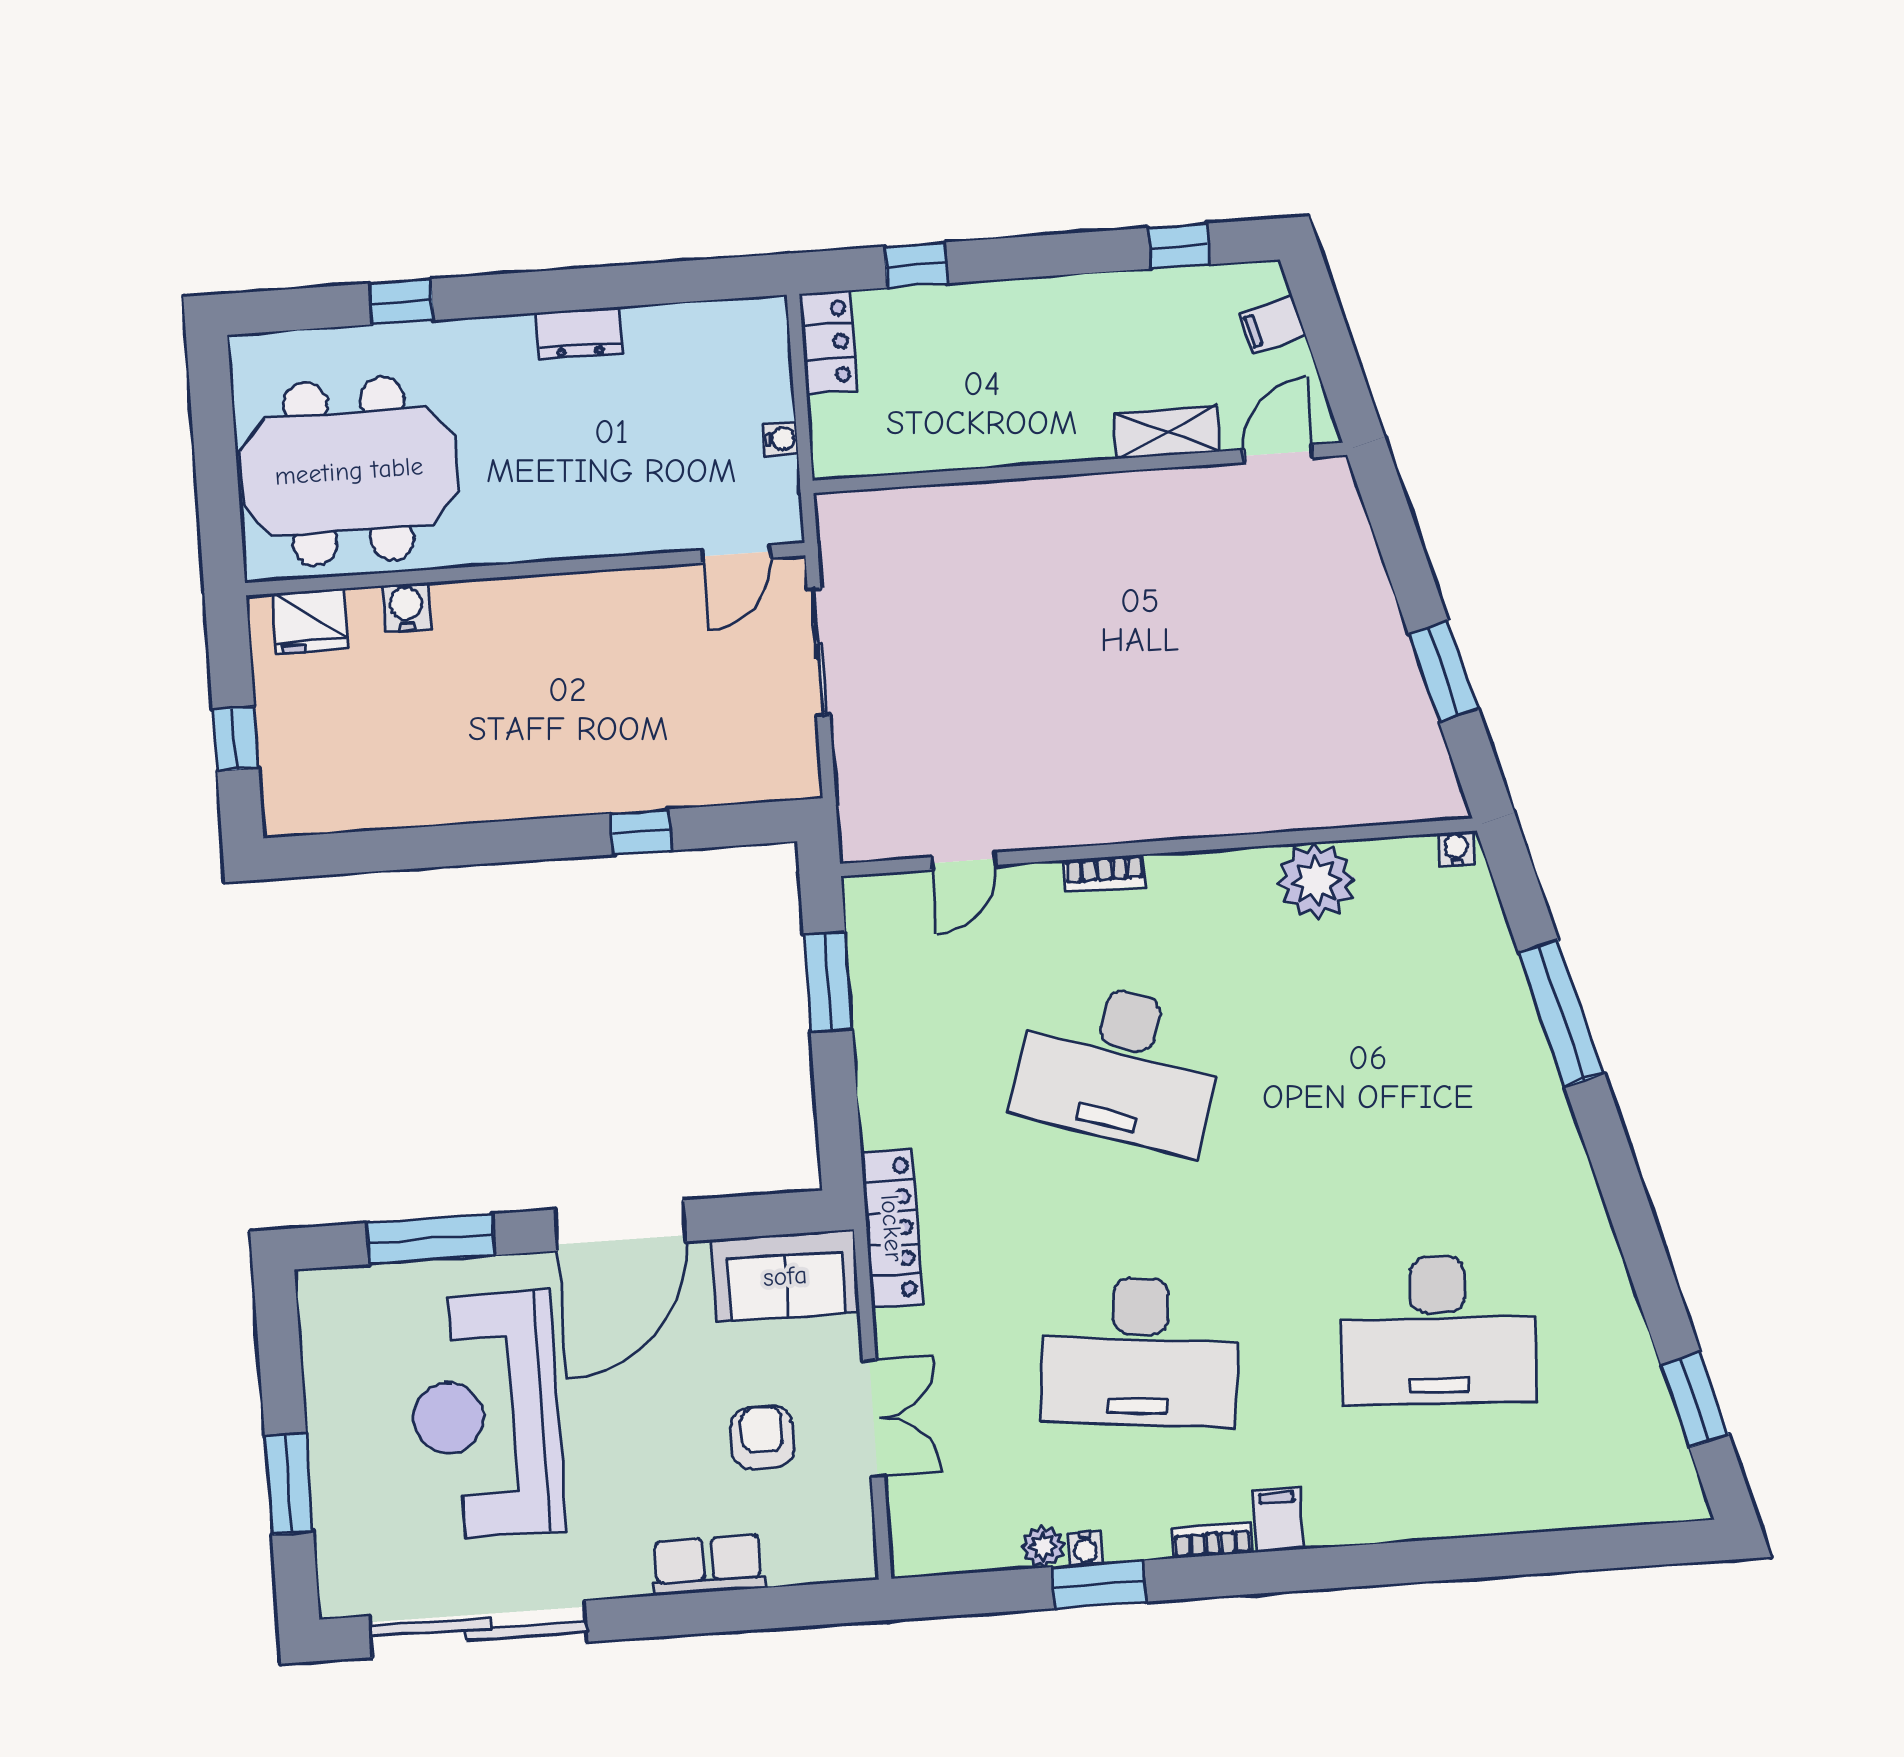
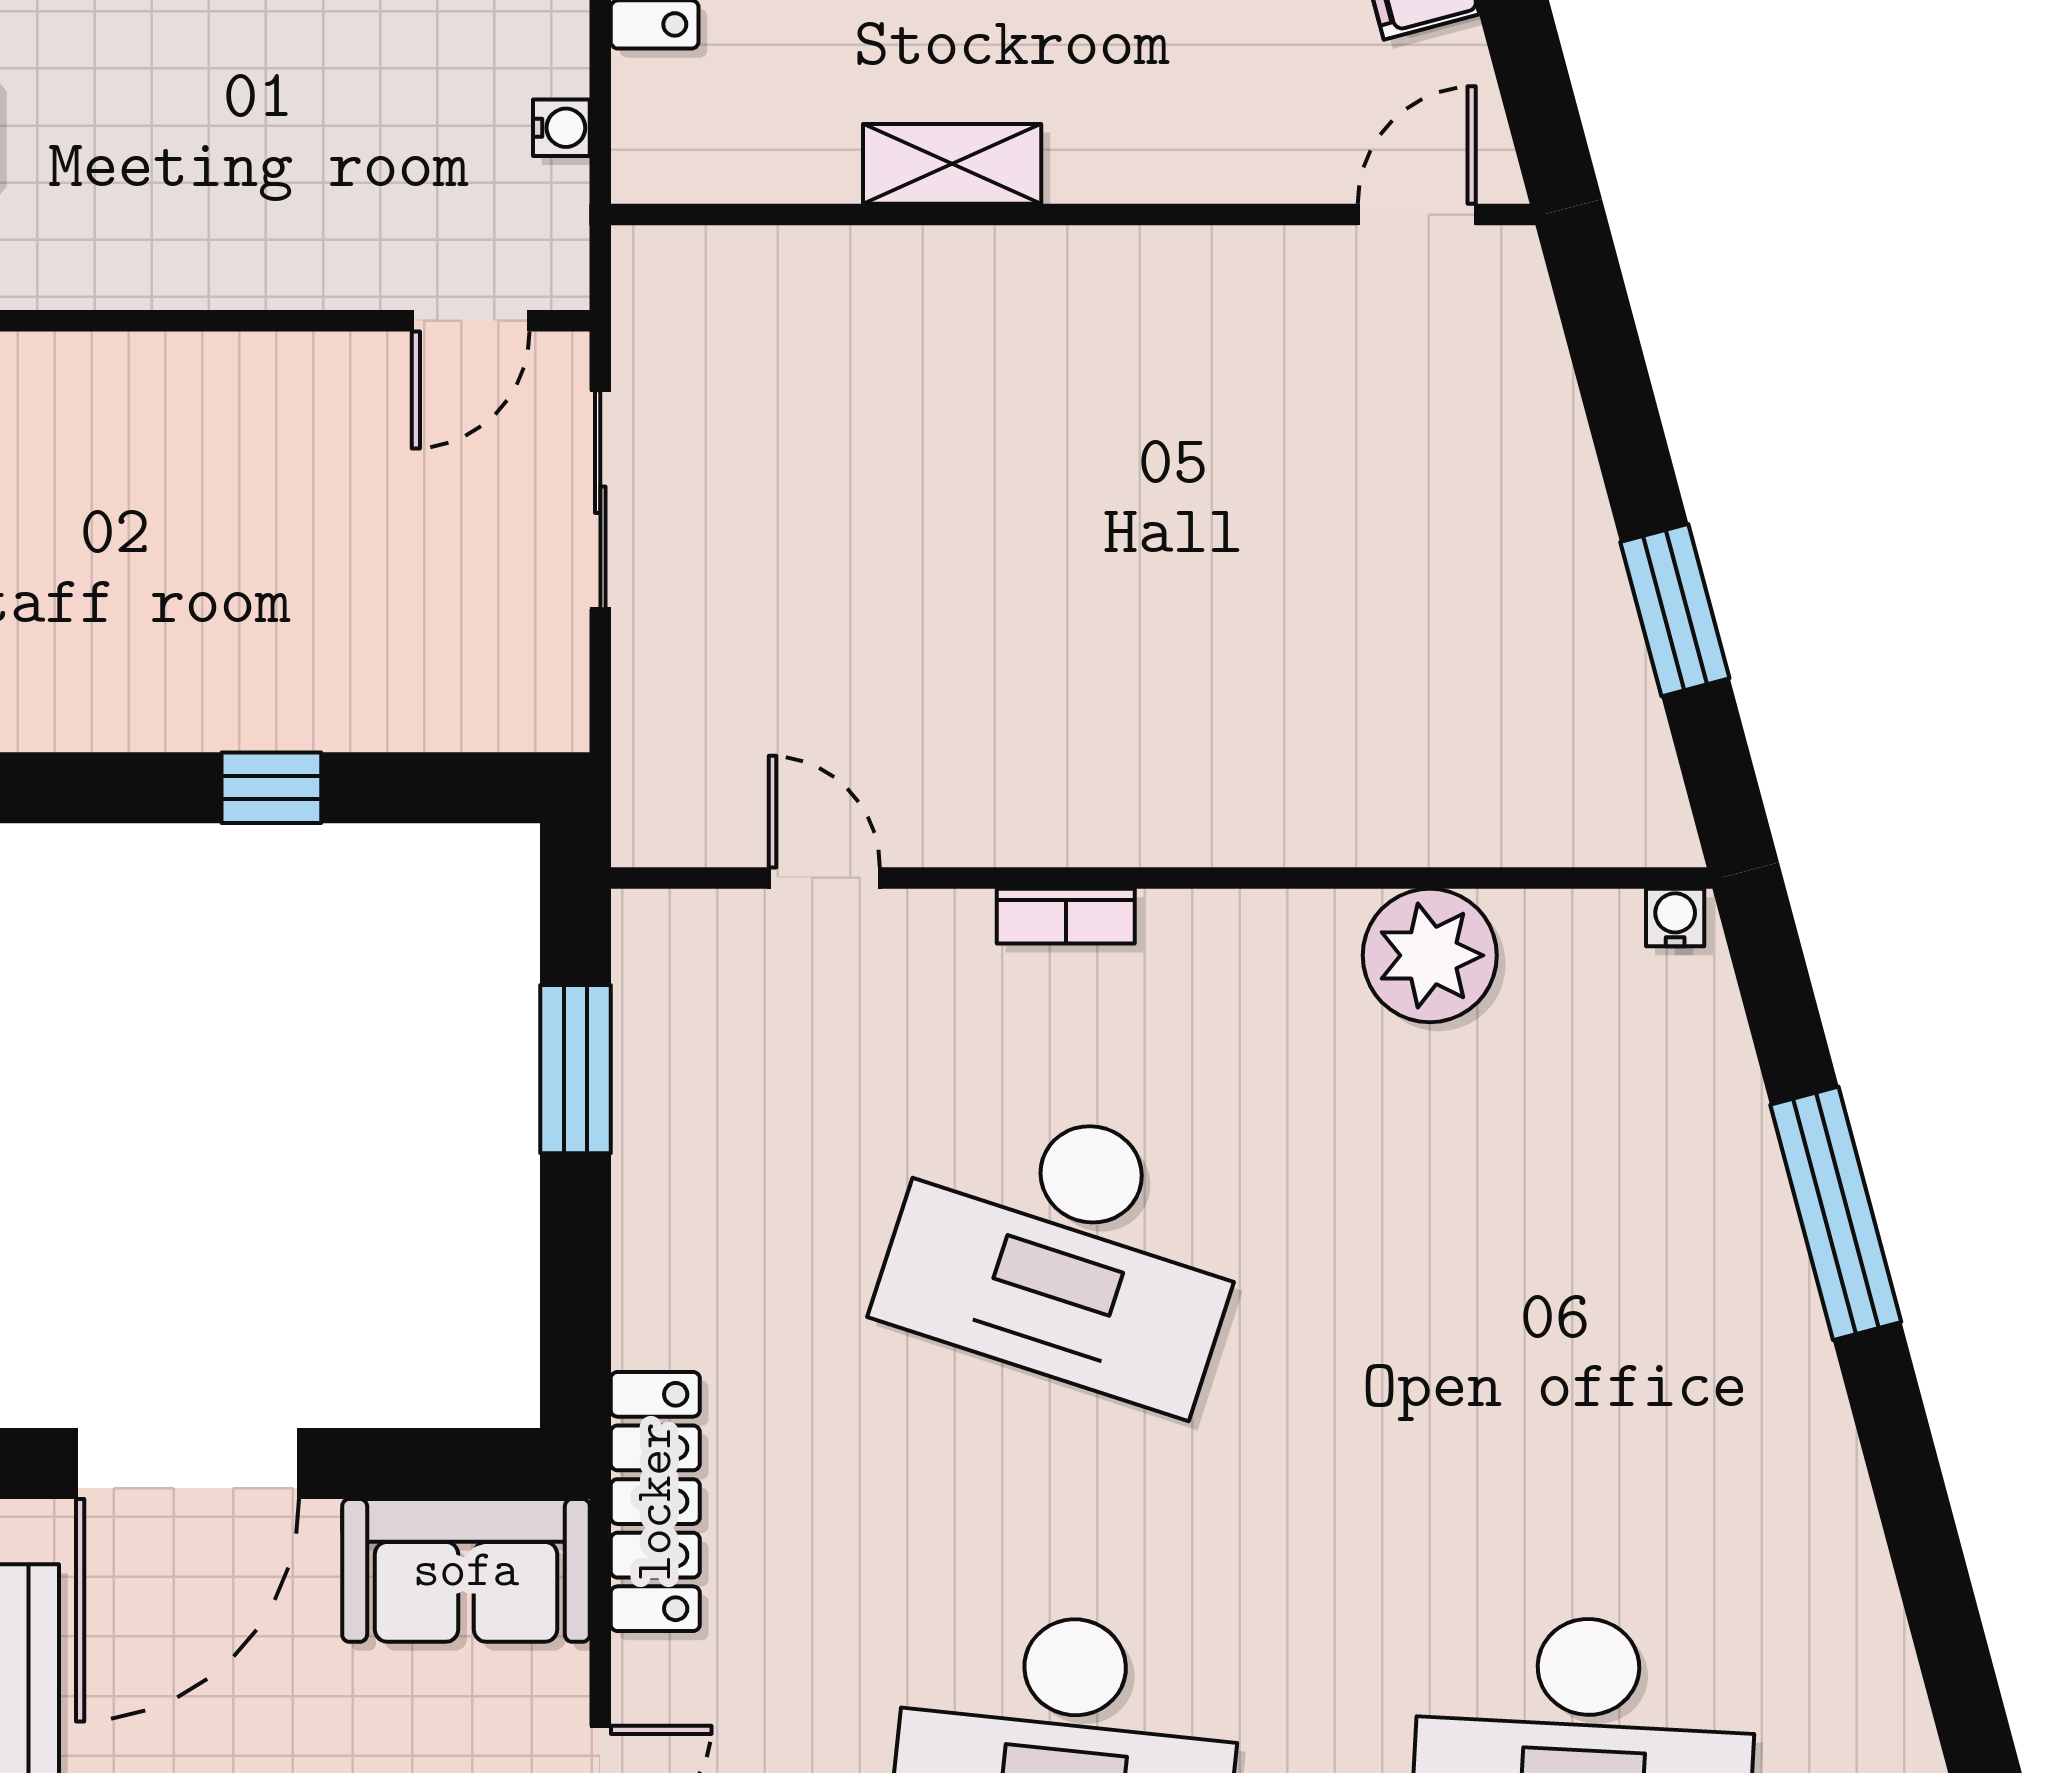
shelving: (1167, 432) -> (952, 164), moved
door: (964, 861) -> (824, 878), swing flipped

